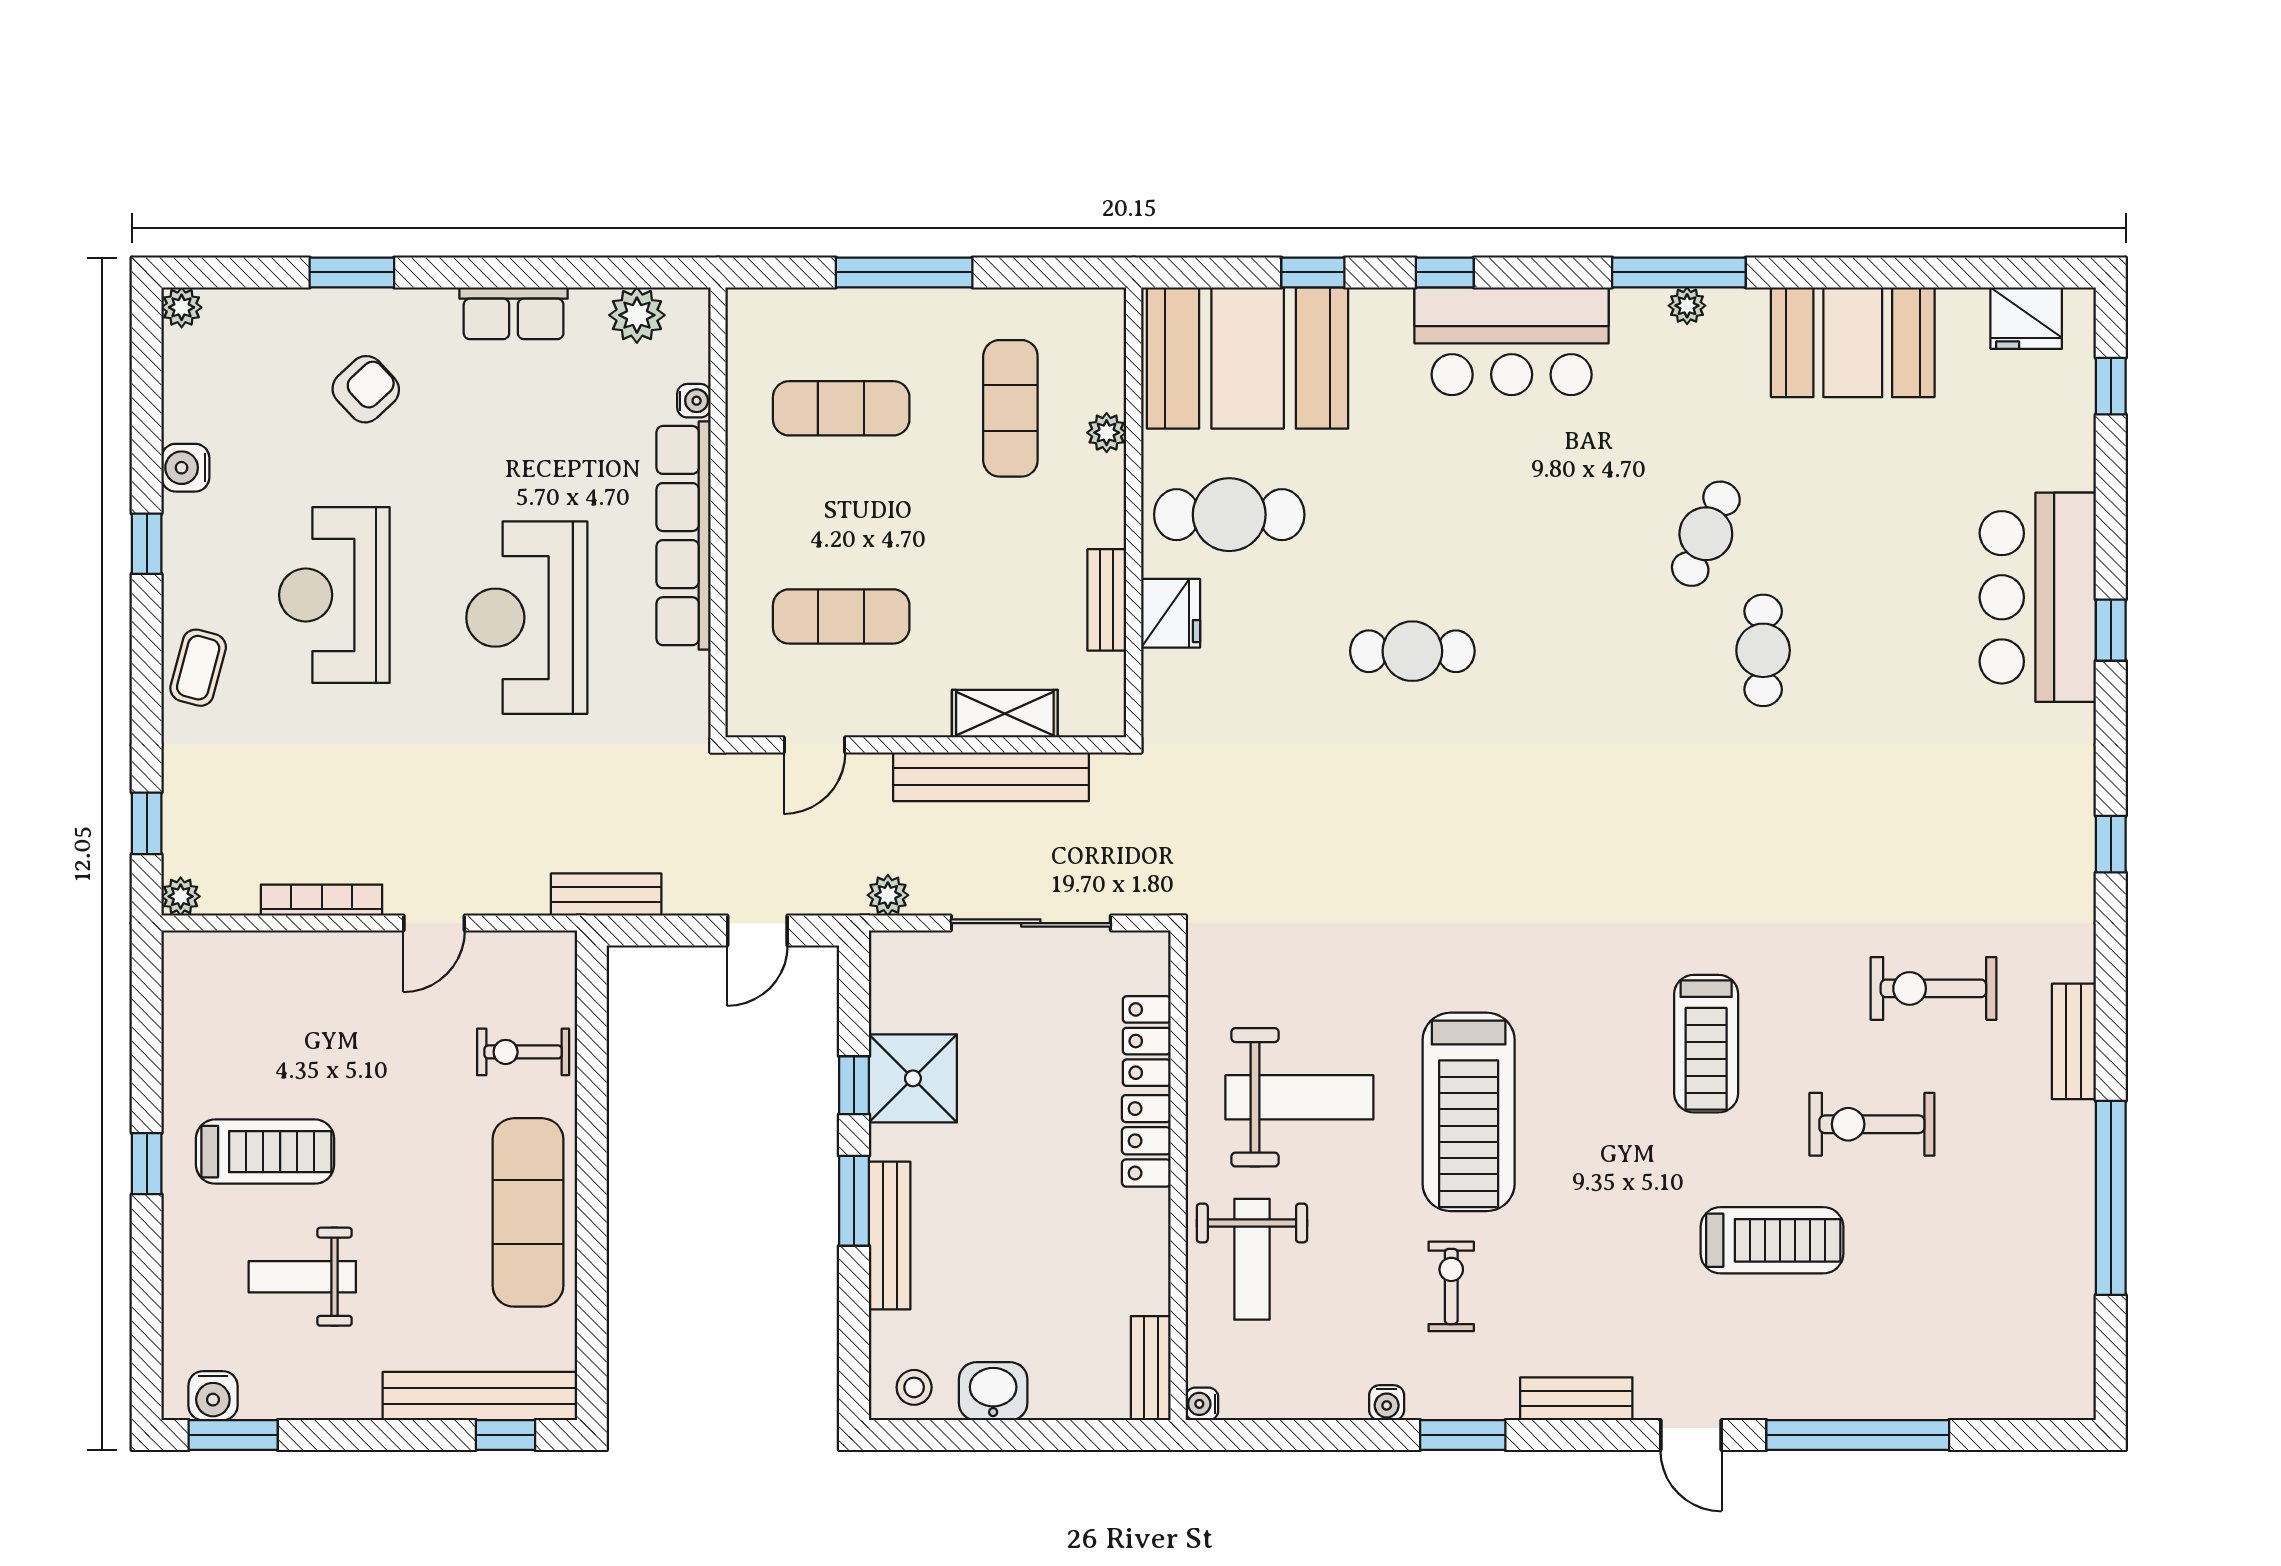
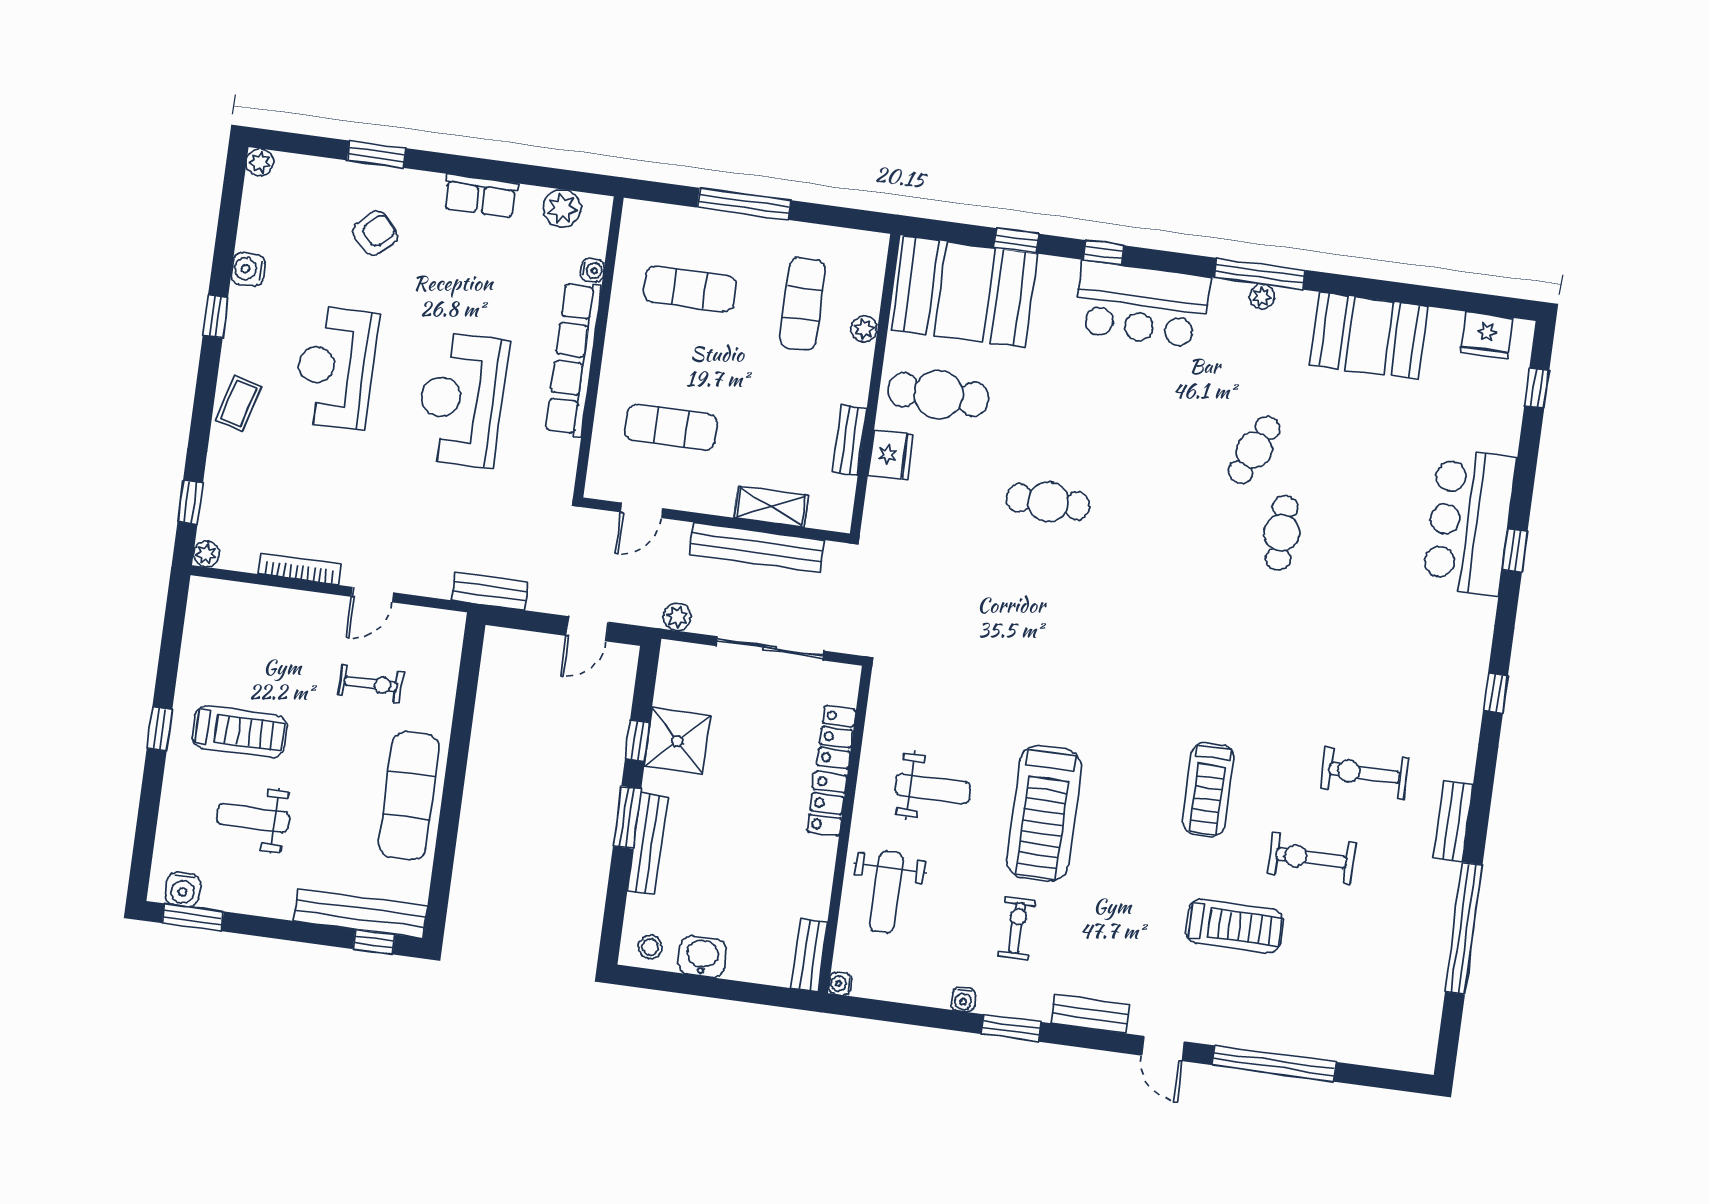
exercise bike: (523, 1052) -> (371, 684), moved, turned 180
weight bench: (1299, 1097) -> (933, 788), width x0.73, depth x0.75

